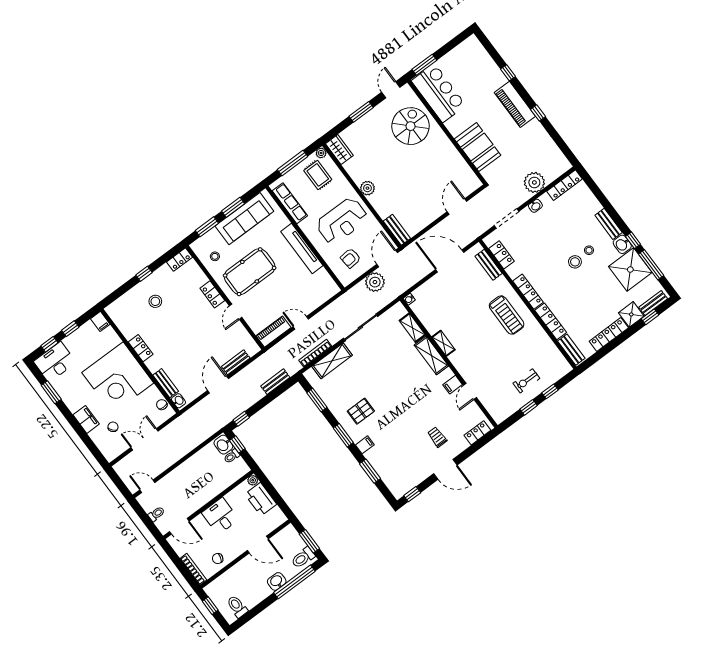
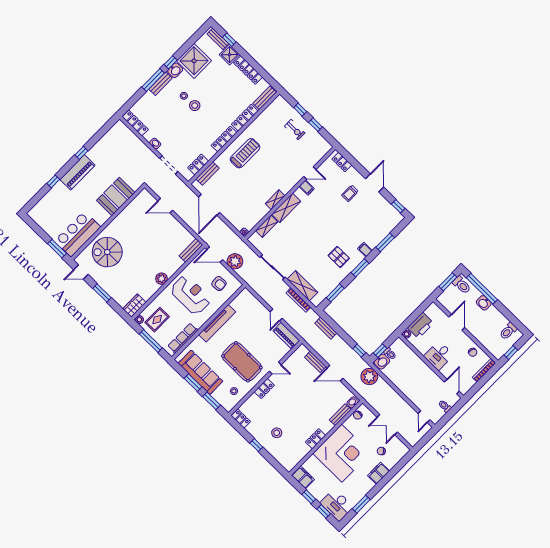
plant: (534, 182) -> (369, 377), moved
window: (651, 265) -> (153, 80), moved
filing cabinet: (100, 321) -> (303, 477), width x2.00

